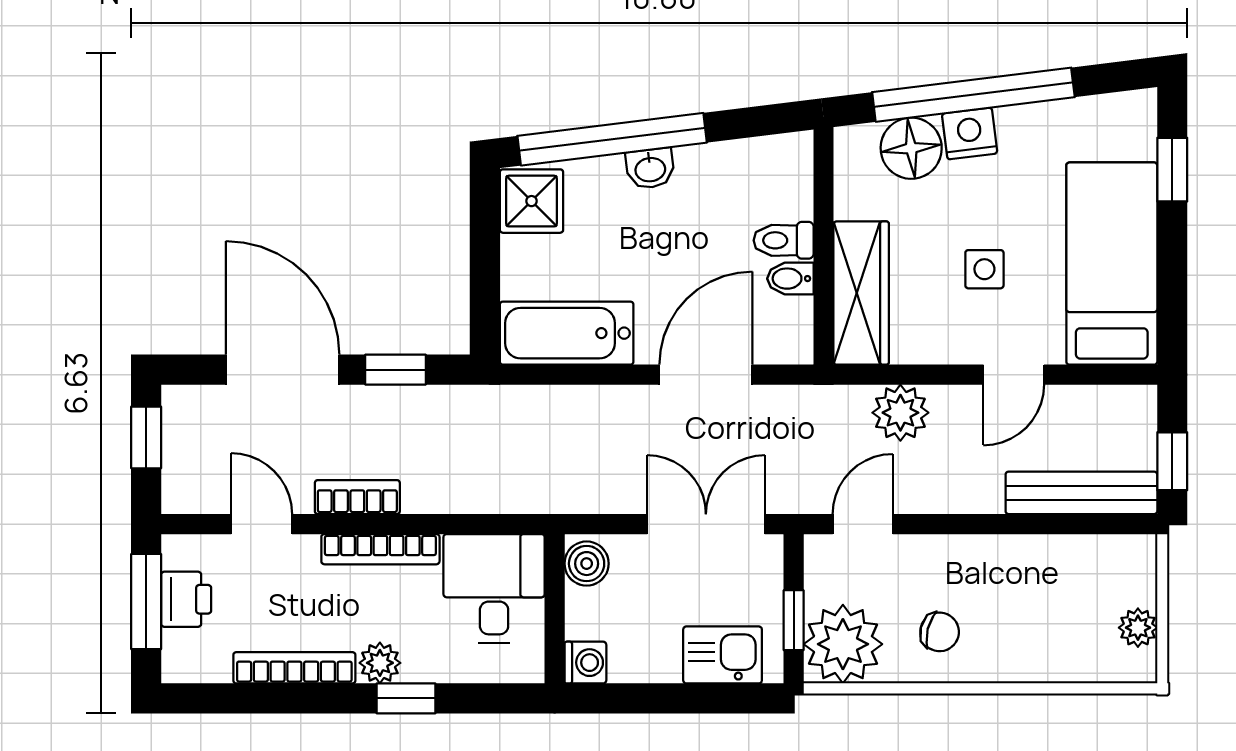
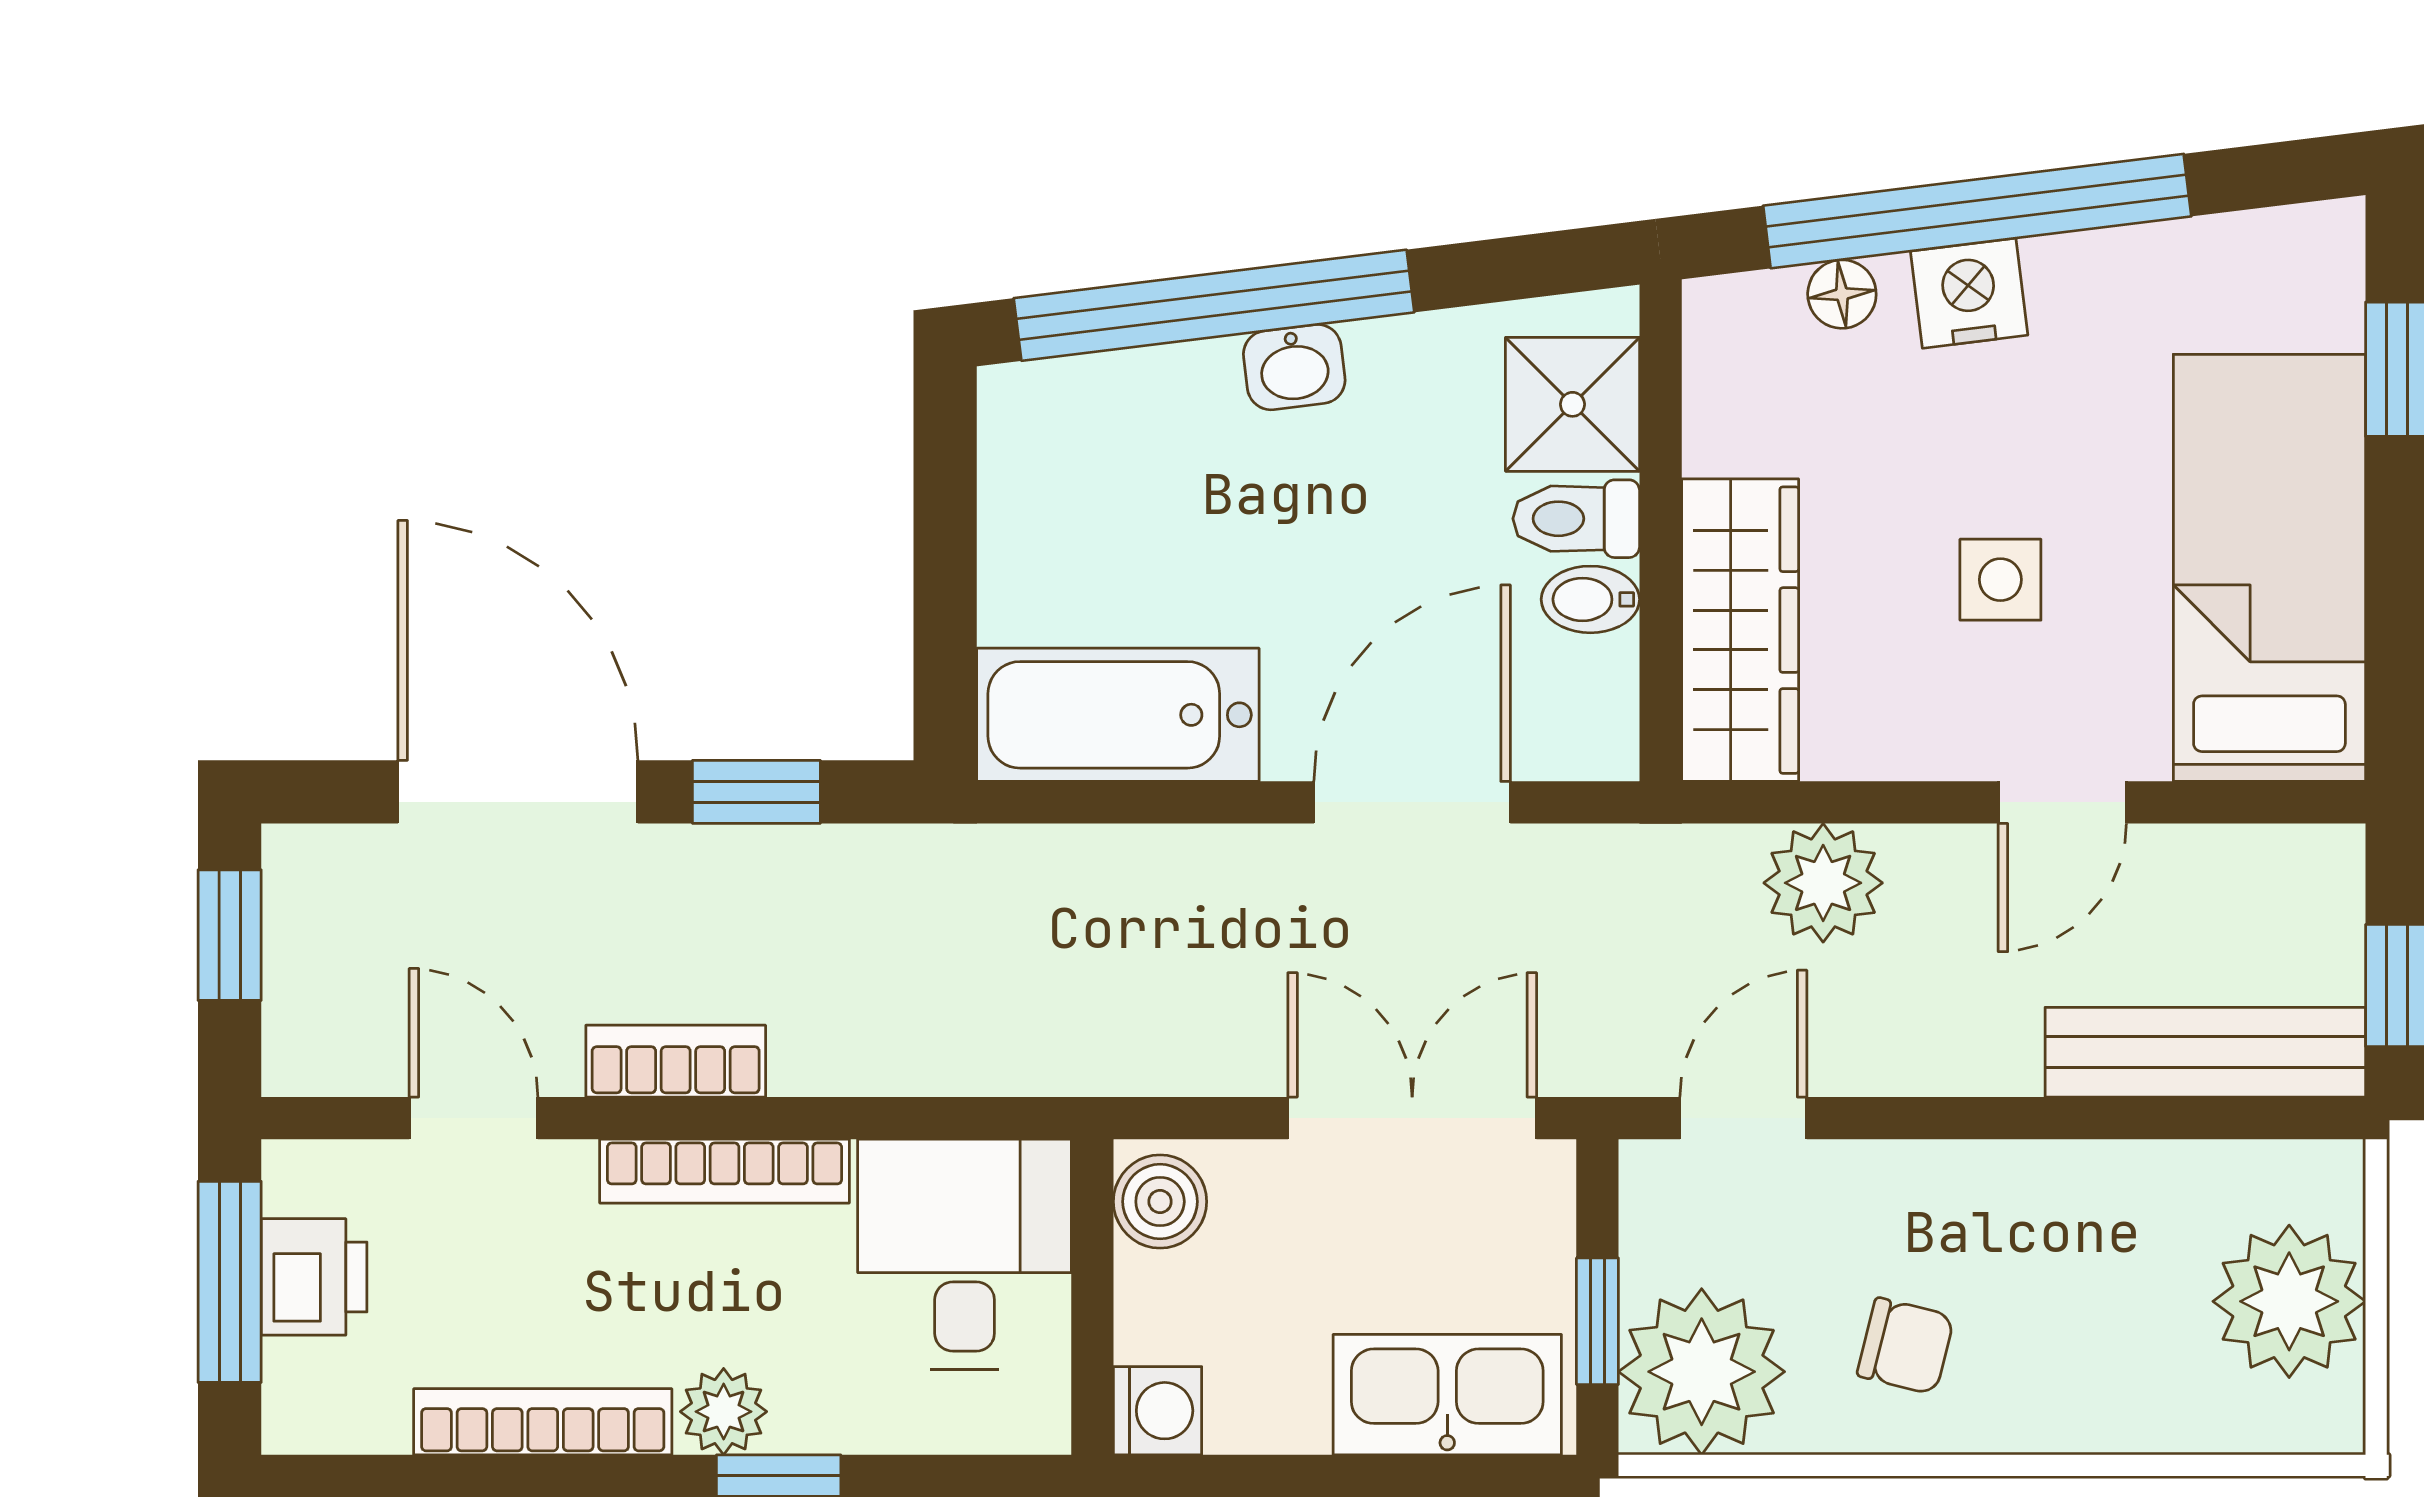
floor lamp: (911, 148) -> (1842, 294), width x0.53, depth x0.53
shower: (532, 201) -> (1572, 404), moved
plant: (1138, 628) -> (2289, 1301), width x1.88, depth x1.88
kitchen sink: (723, 655) -> (1447, 1395), width x1.38

